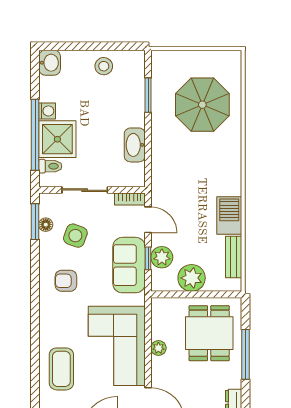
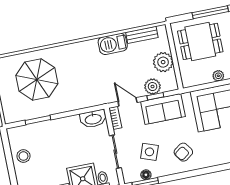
washbasin: (135, 145) -> (93, 119), moved
door: (148, 220) -> (128, 102), hinge flipped
armchair: (66, 281) -> (183, 152), turned 55

